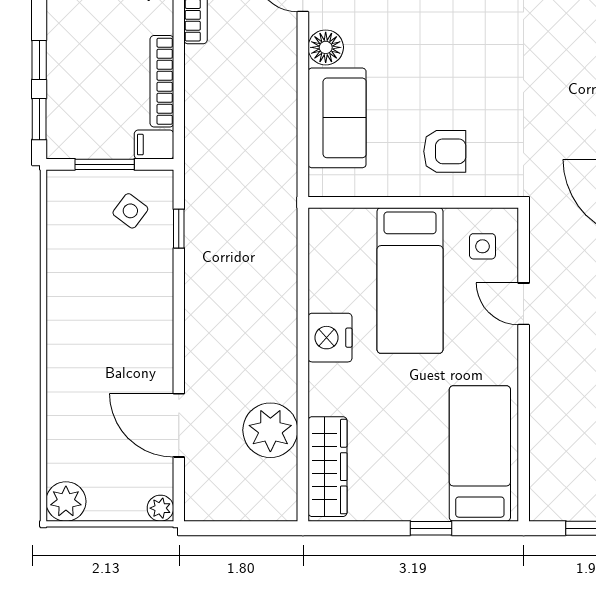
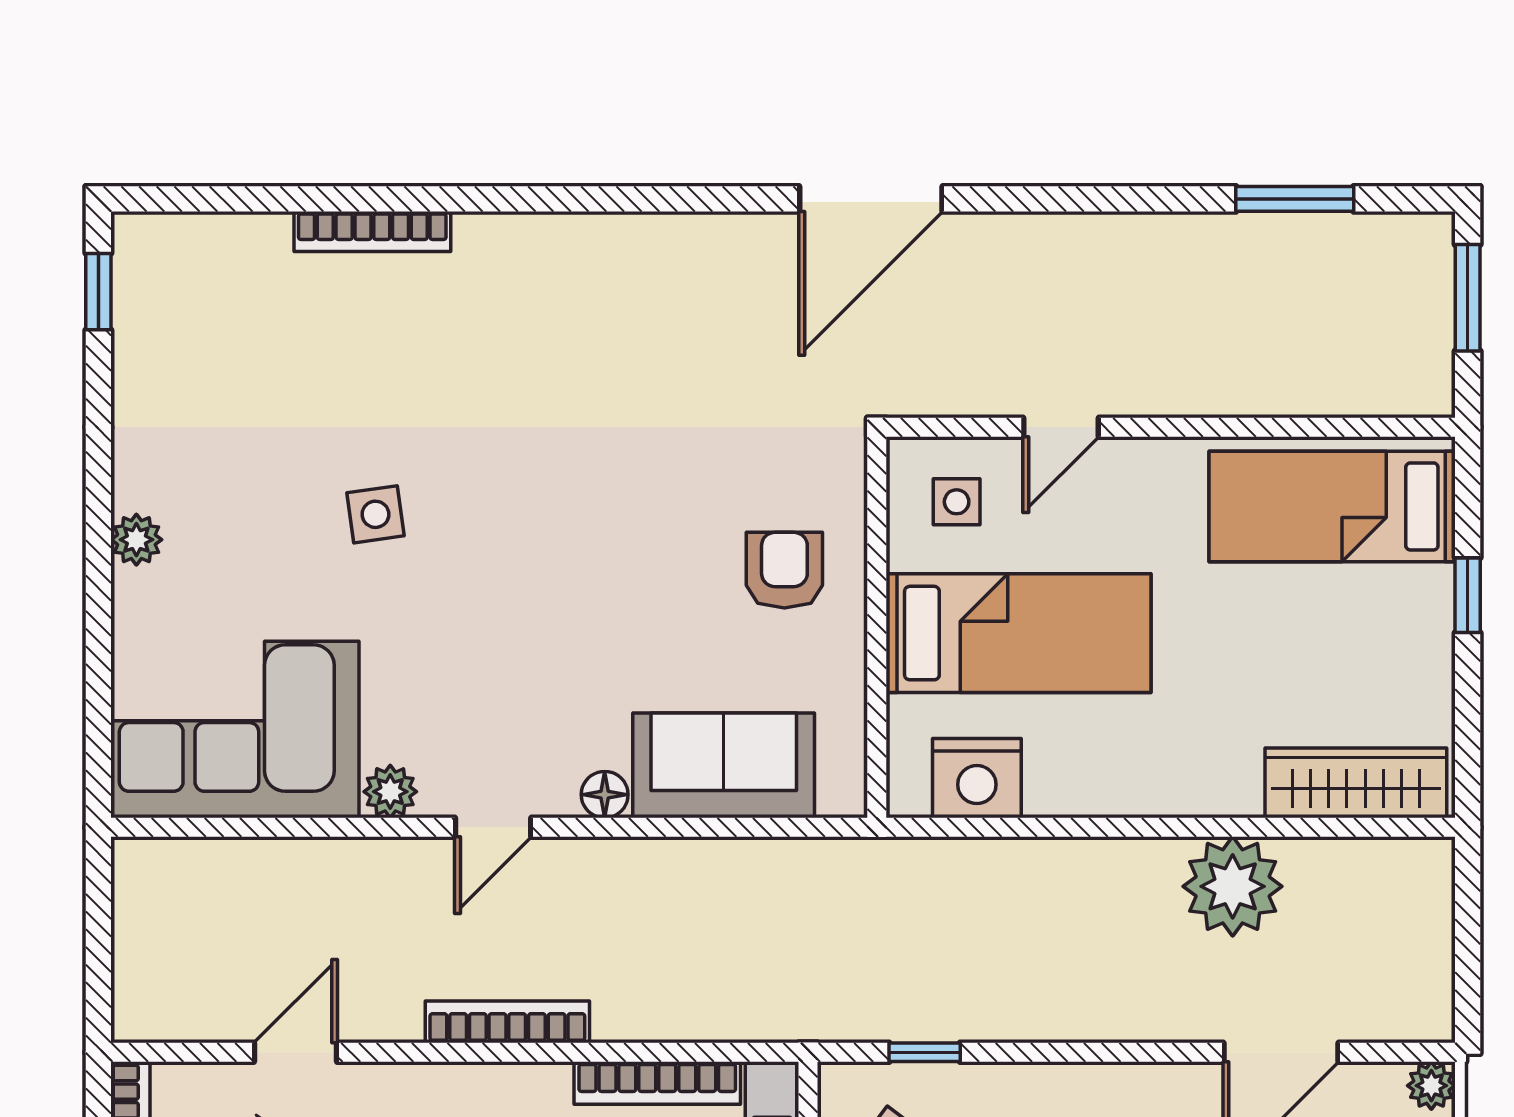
floor lamp: (326, 47) -> (605, 795), width x0.73, depth x0.73
nightstand: (330, 338) -> (977, 778), moved
plant: (270, 430) -> (1233, 886), moved

